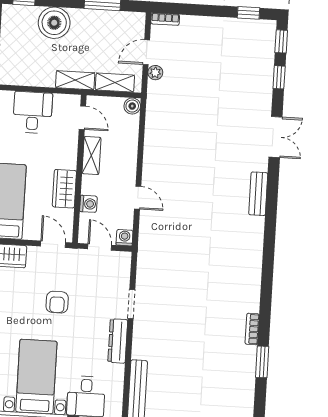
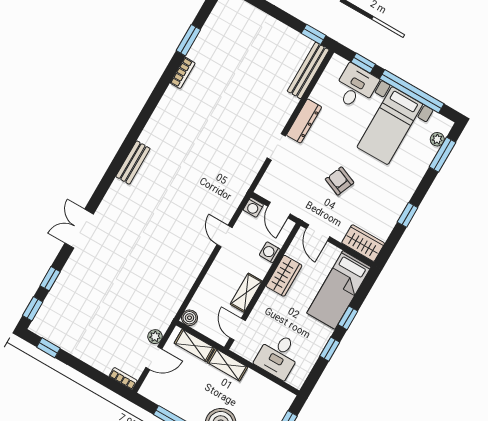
bench: (258, 194) -> (133, 163), moved
armchair: (57, 302) -> (340, 181), turned -68

